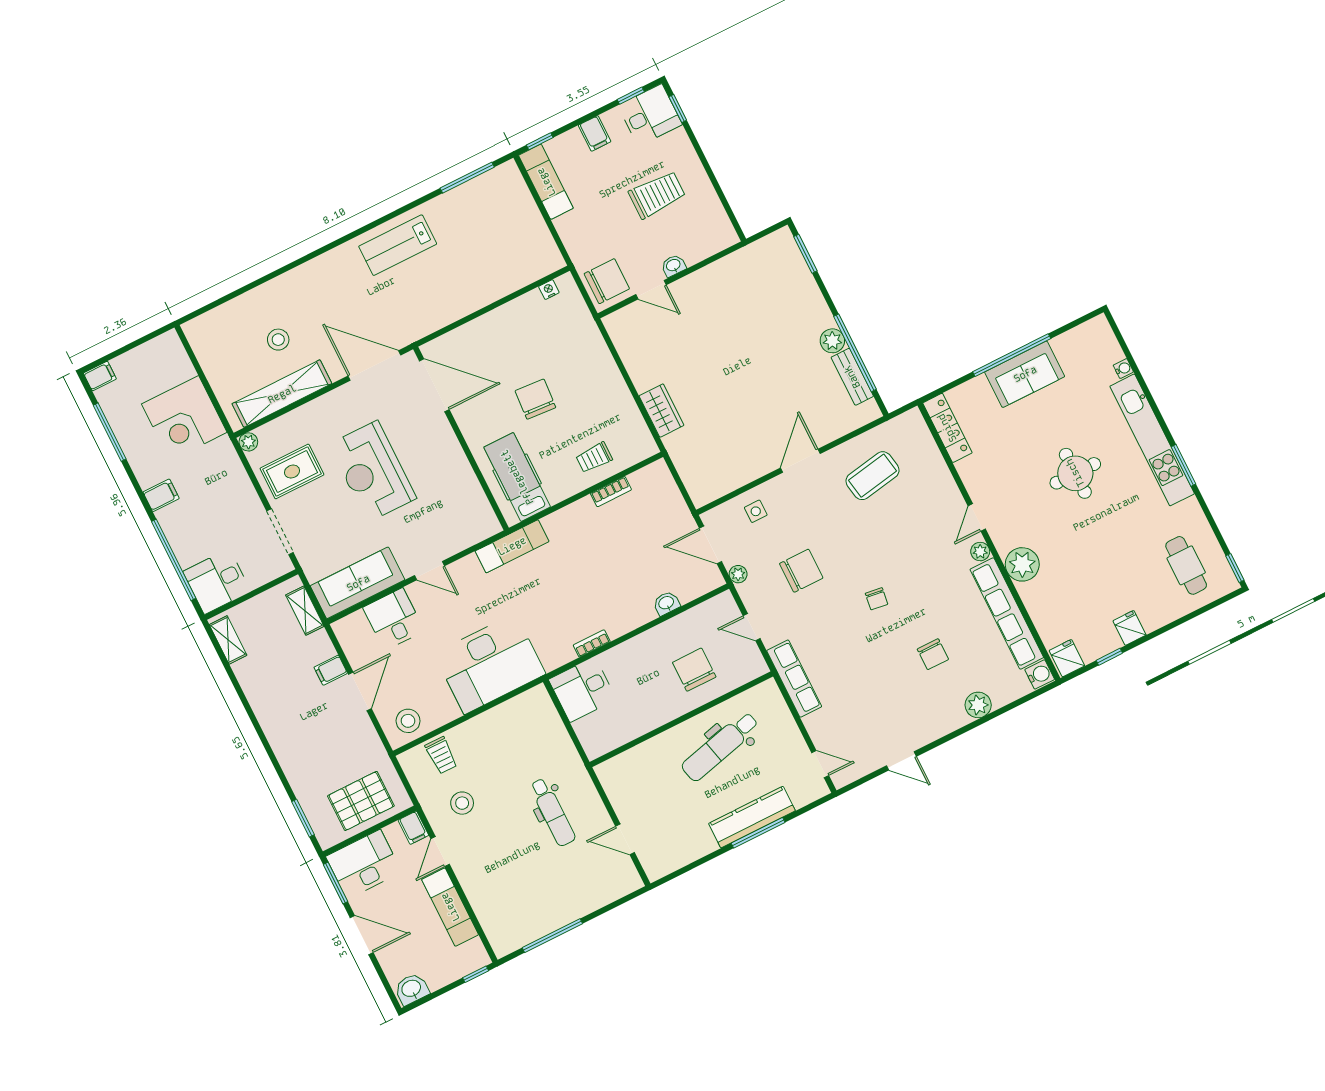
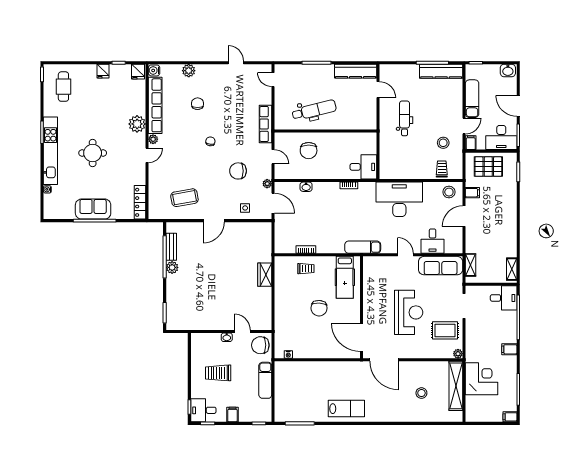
exam couch: (546, 182) -> (265, 380), moved
shelving: (282, 394) -> (456, 386), moved, turned 90
filing cabinet: (331, 670) -> (472, 193), moved
kitchen counter: (752, 817) -> (356, 71), moved
kitchen counter: (529, 928) -> (441, 71), added

